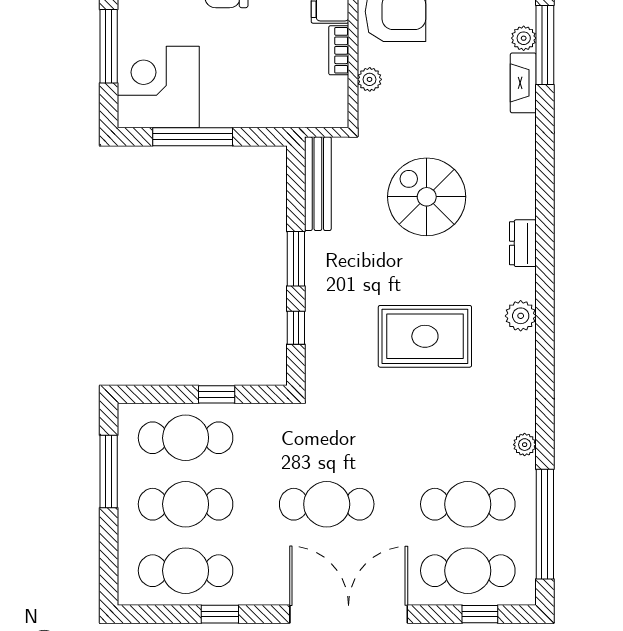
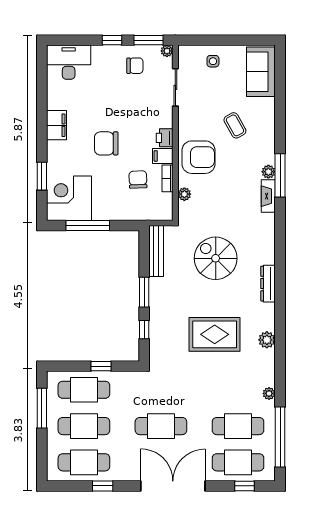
window: (109, 46) -> (42, 176), width x0.69
chair: (285, 52) -> (138, 179), added
dresser: (523, 243) -> (268, 284), width x1.44
plant: (521, 316) -> (267, 340), moved

